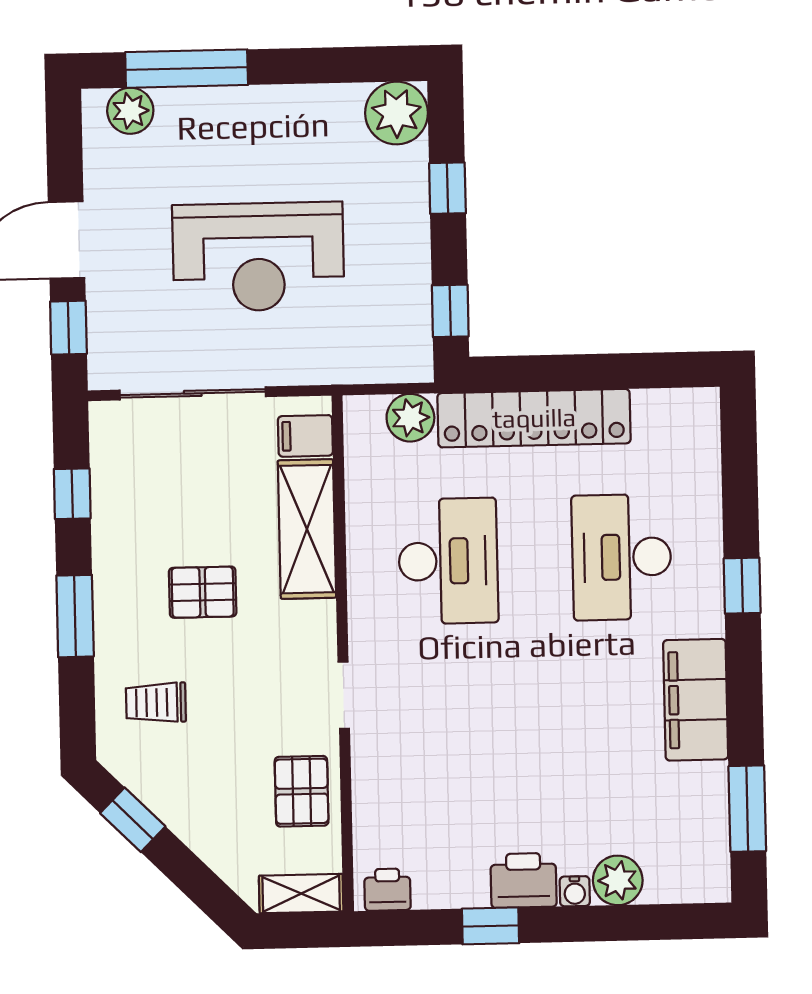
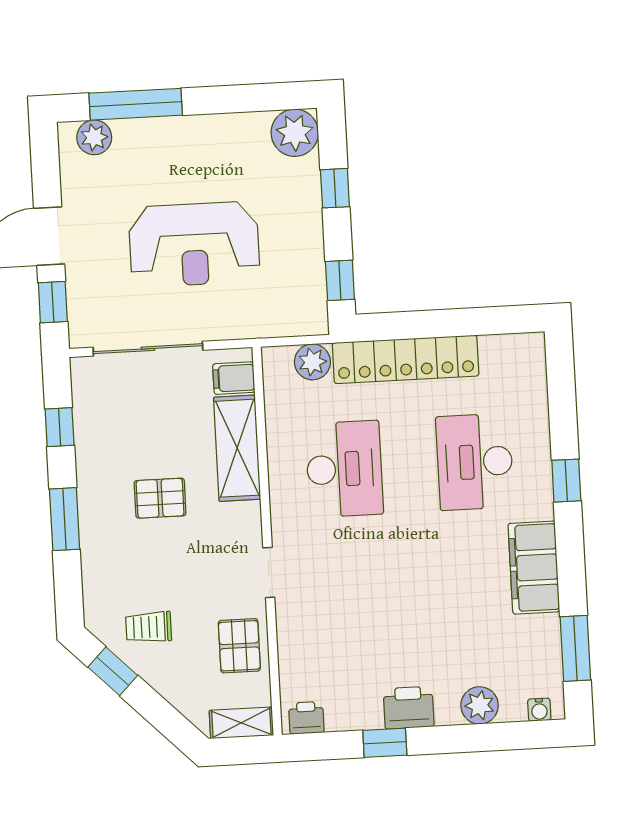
trolley: (156, 703) -> (149, 627), moved
water cooler: (575, 891) -> (539, 710), moved

